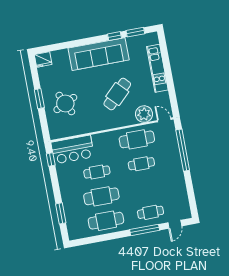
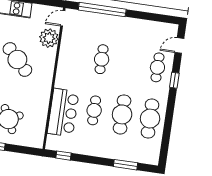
cafe table: (137, 139) -> (74, 55), removed
bar counter: (73, 150) -> (63, 112), moved
door: (175, 224) -> (179, 46), swing flipped
window: (145, 230) -> (174, 80), width x0.46

